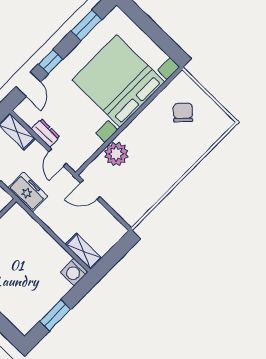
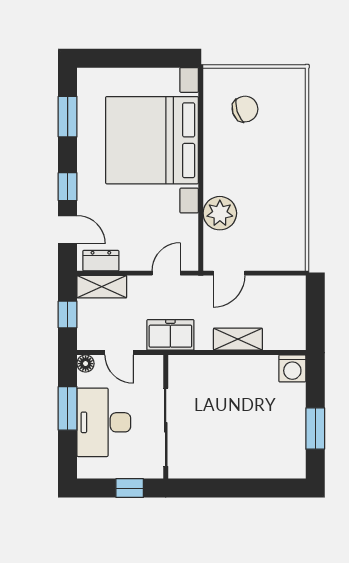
chair: (183, 113) -> (245, 109), turned 118
dresser: (45, 133) -> (101, 261), moved
door: (57, 158) -> (166, 273), swing flipped
shelving: (83, 251) -> (238, 339), moved

